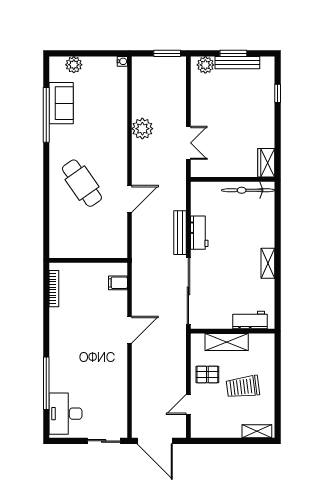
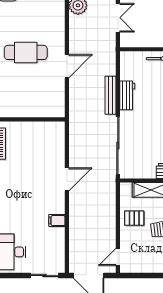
cafe table: (82, 183) -> (26, 52), turned -55
filing cabinet: (118, 283) -> (57, 221), moved
door: (188, 404) -> (118, 257), moved

